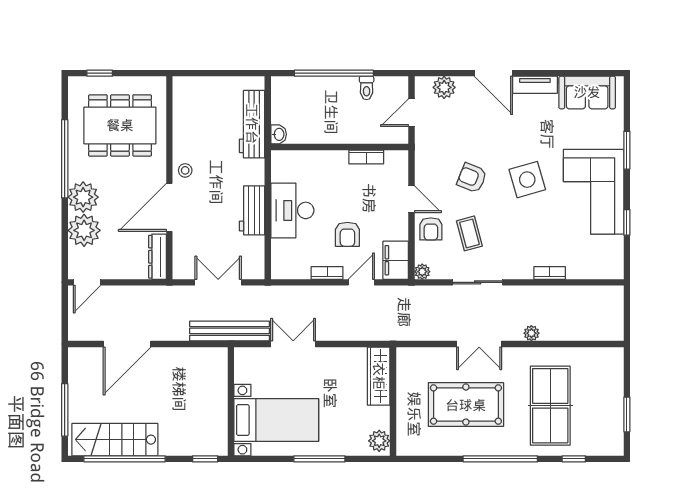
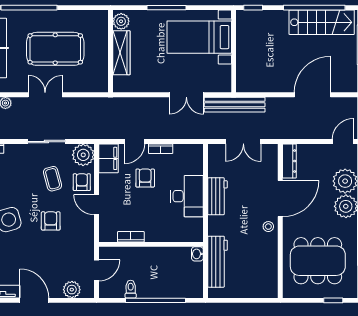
armchair: (472, 178) -> (51, 221), turned -112
plant: (422, 272) -> (83, 155), width x1.88, depth x1.88
wardrobe: (379, 376) -> (121, 53), moved

